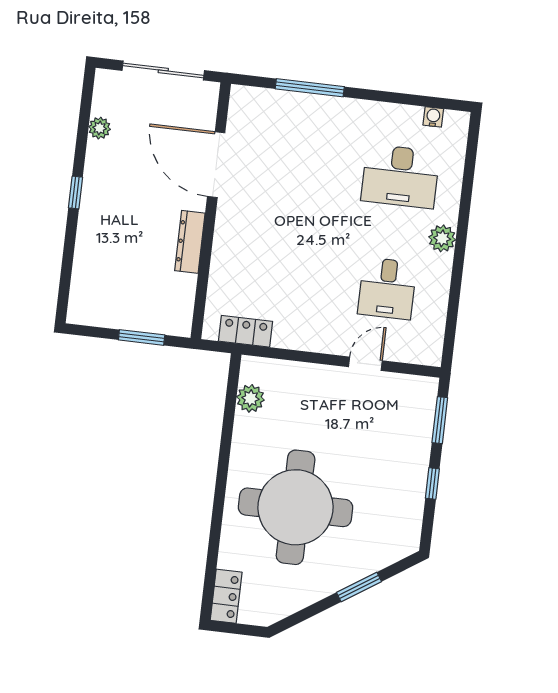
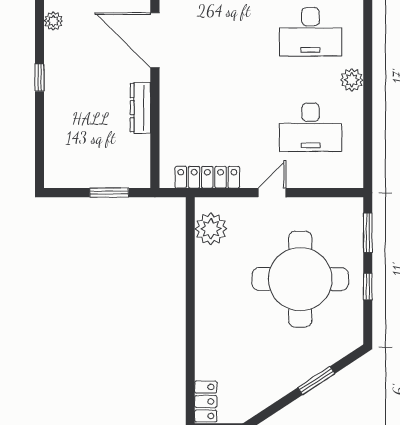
desk: (387, 288) -> (311, 127), width x1.37
locker: (246, 331) -> (207, 177), width x1.53
door: (365, 364) -> (272, 193), moved
plant: (250, 398) -> (211, 229), width x1.36, depth x1.36
round table: (296, 507) -> (300, 279), moved

